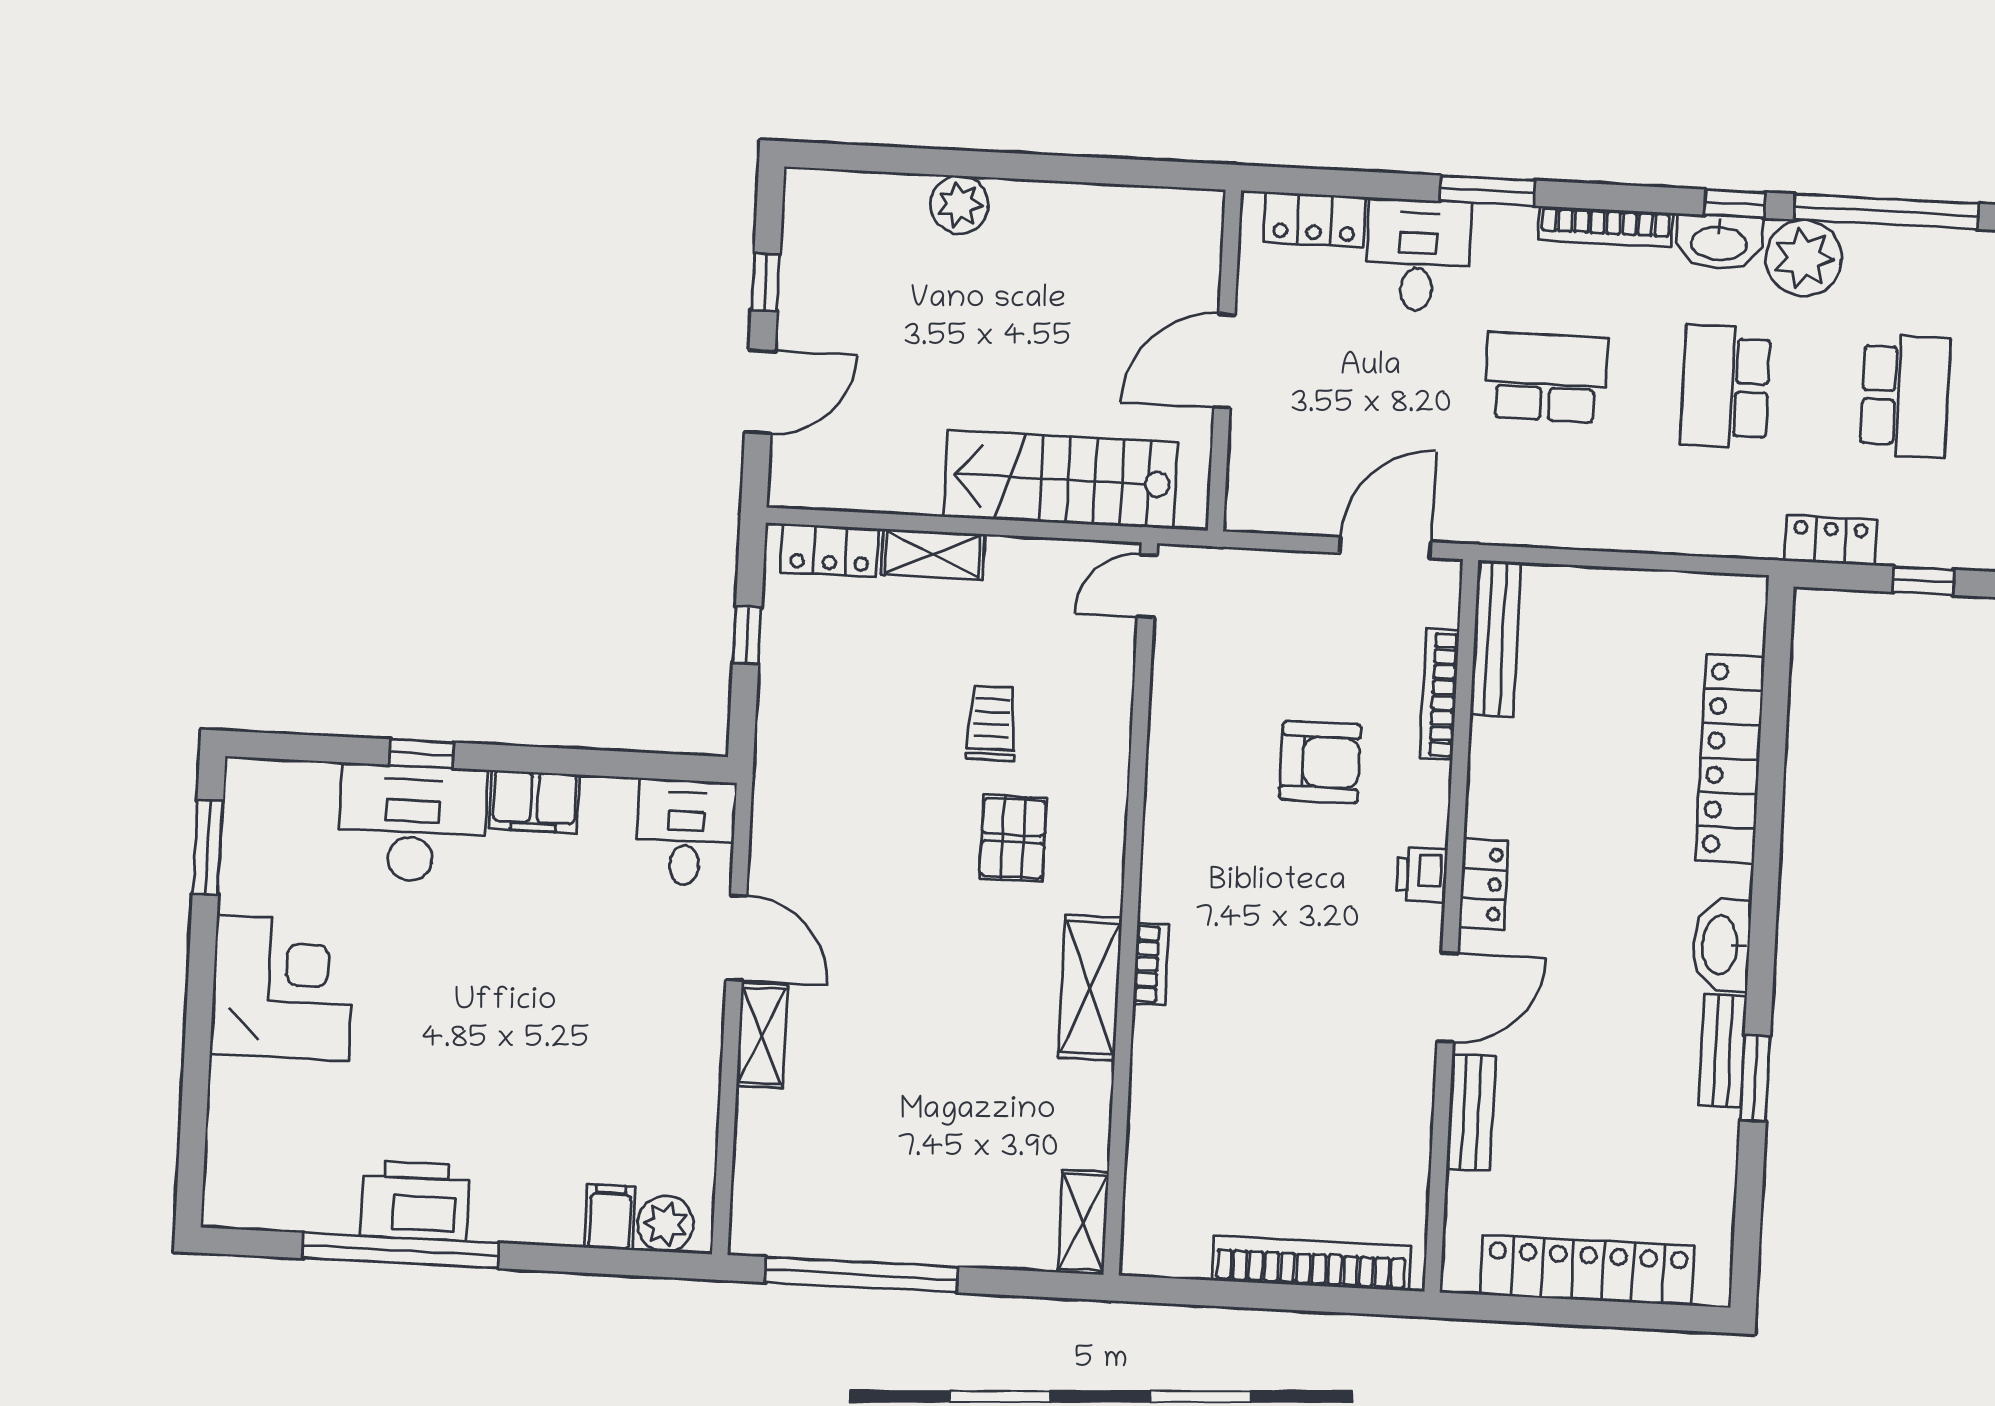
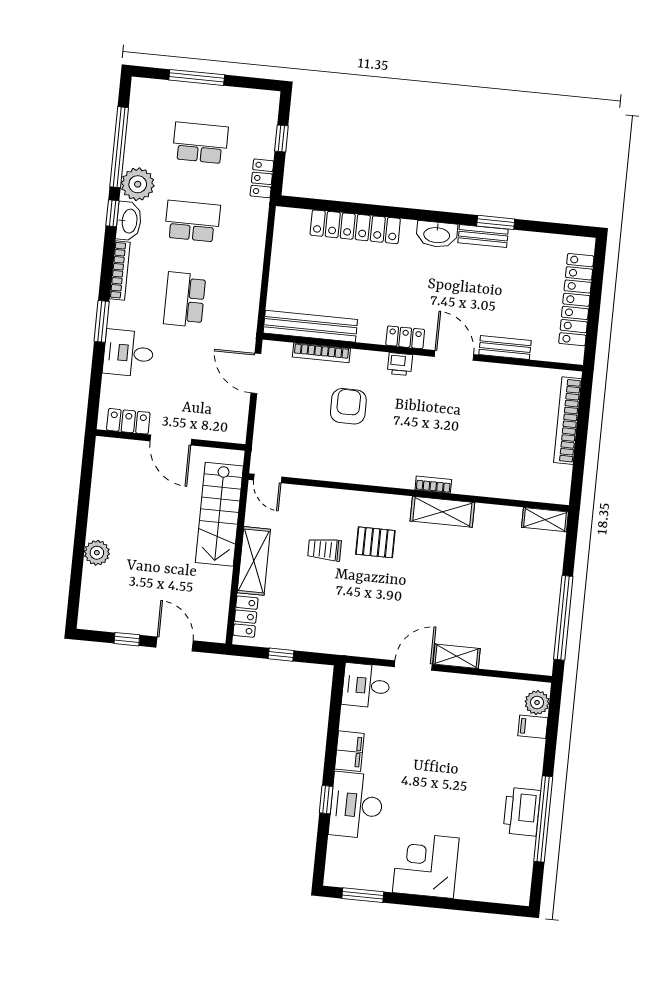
locker: (1314, 220) -> (128, 421), moved, turned -90
school desk: (1726, 387) -> (192, 221), turned 180
shelving: (933, 554) -> (254, 561), width x1.50, depth x1.33
bench: (1496, 638) -> (310, 326), width x1.37, depth x1.21

